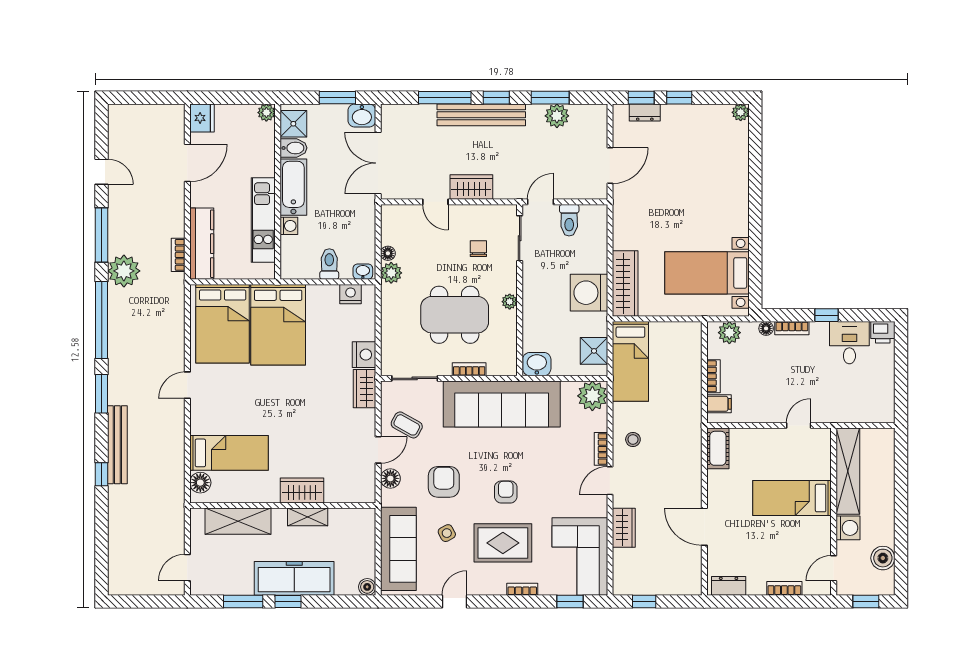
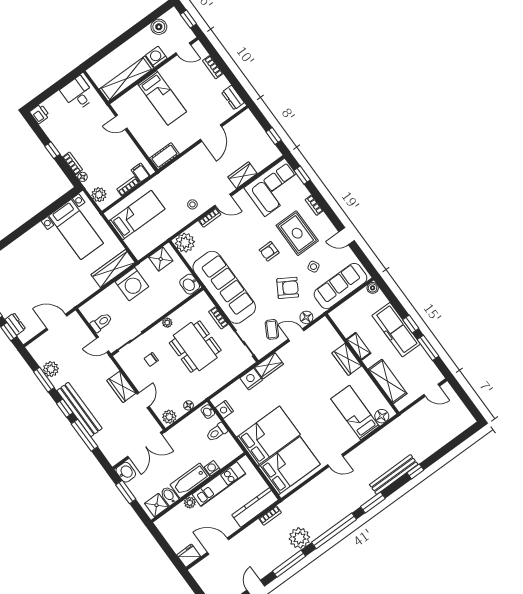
plant: (266, 113) -> (190, 503), moved
plant: (391, 273) -> (169, 417), moved
desk: (849, 343) -> (78, 93), moved, turned 90
bed: (630, 361) -> (137, 215), moved
armchair: (444, 482) -> (288, 288), turned -149

